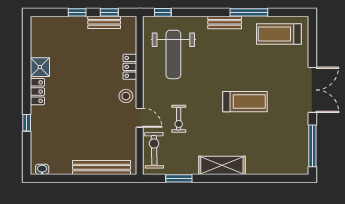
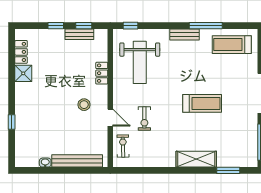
locker: (37, 92) -> (21, 52), moved
stool: (126, 96) -> (84, 105), moved
exercise bike: (154, 150) -> (123, 146), width x0.73, depth x0.72
shelving: (222, 165) -> (196, 159), moved
washbasin: (42, 169) -> (45, 163), moved
window: (179, 178) -> (228, 170), moved

